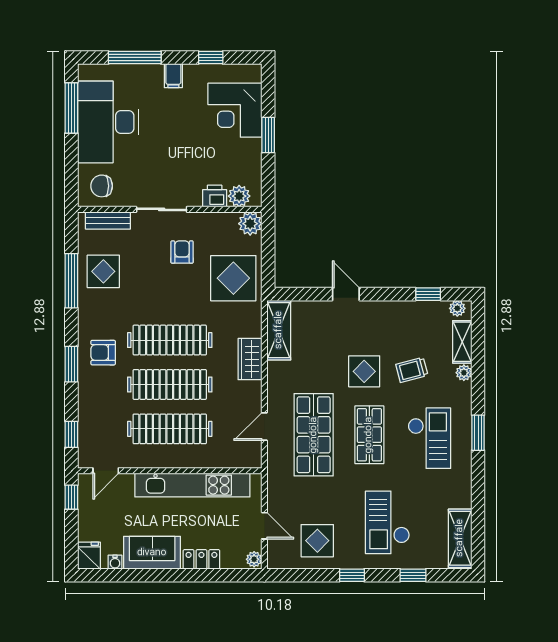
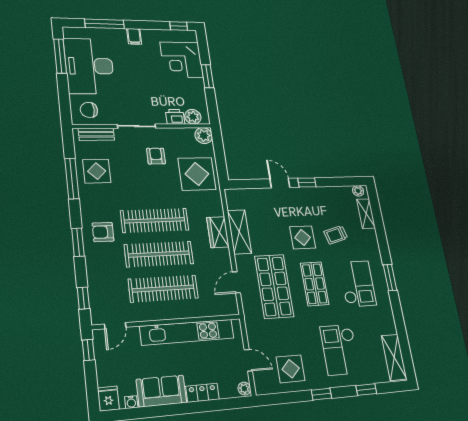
window: (211, 57) -> (179, 26), moved
window: (428, 294) -> (307, 182), moved
shelving: (279, 330) -> (239, 232), moved
plant: (464, 373) -> (372, 235), removed

